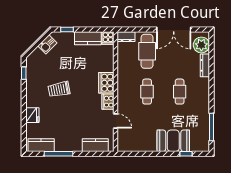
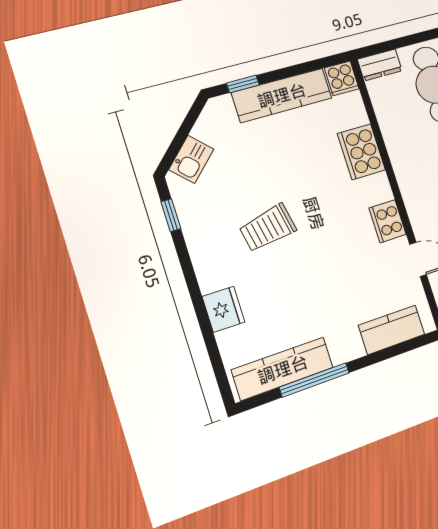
kitchen counter: (88, 38) -> (282, 95), width x1.50
kitchen sink: (47, 44) -> (191, 159), moved
cooker: (106, 83) -> (361, 152), moved
kitchen counter: (41, 145) -> (283, 369), width x1.50

